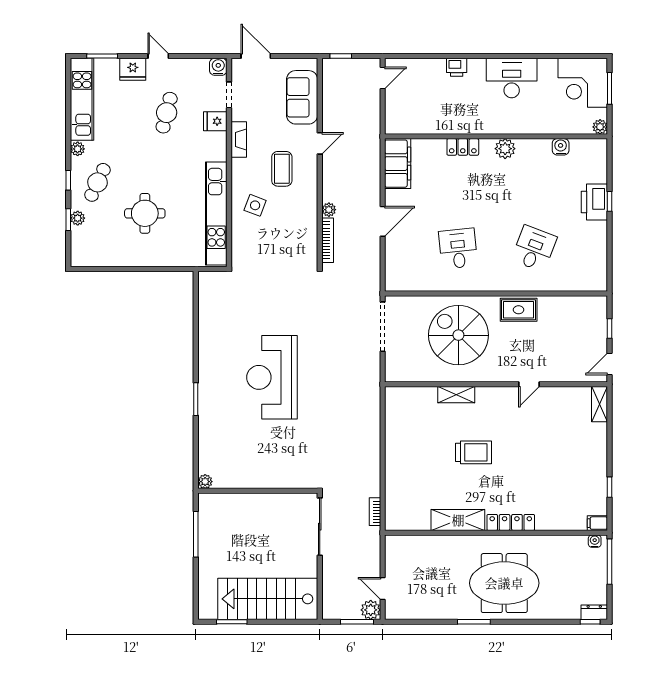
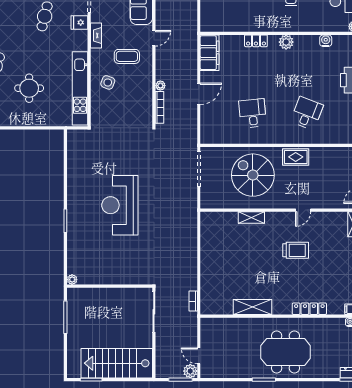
coffee table: (282, 169) -> (127, 56), turned 90
trolley: (473, 452) -> (296, 250), moved
locker: (511, 522) -> (309, 309), moved

